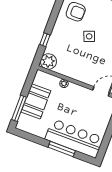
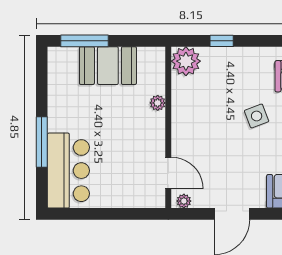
bar counter: (74, 138) -> (68, 171), width x0.73

